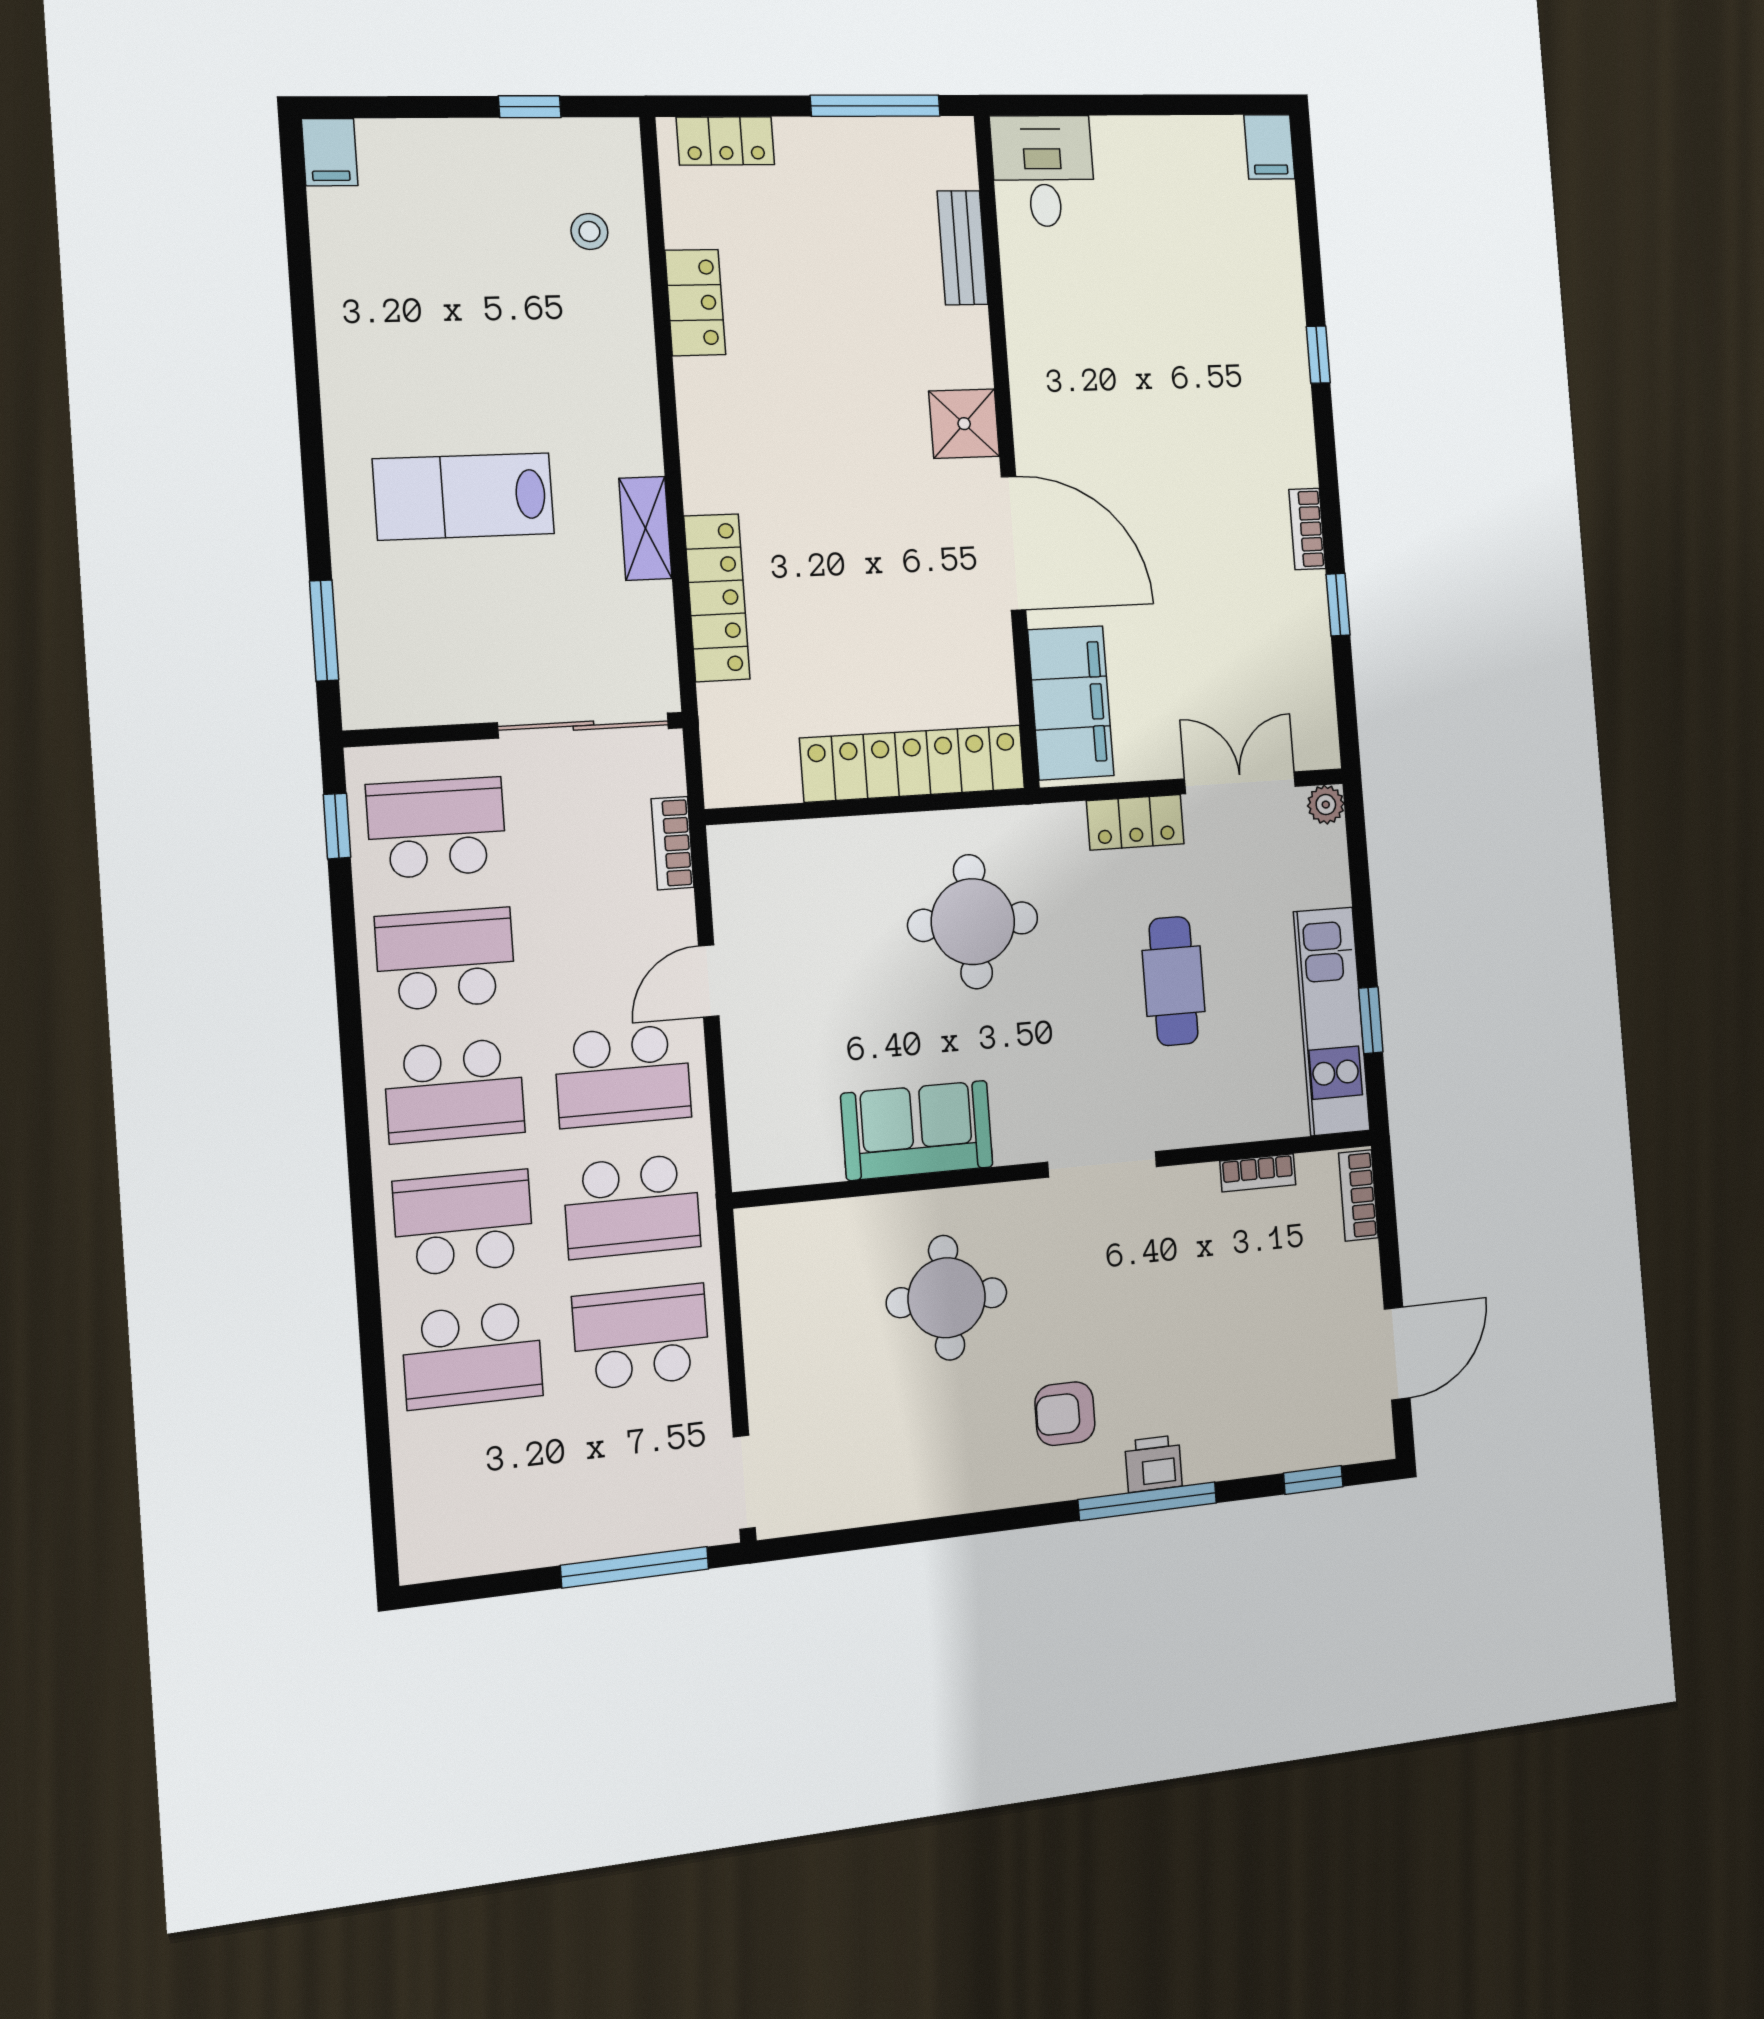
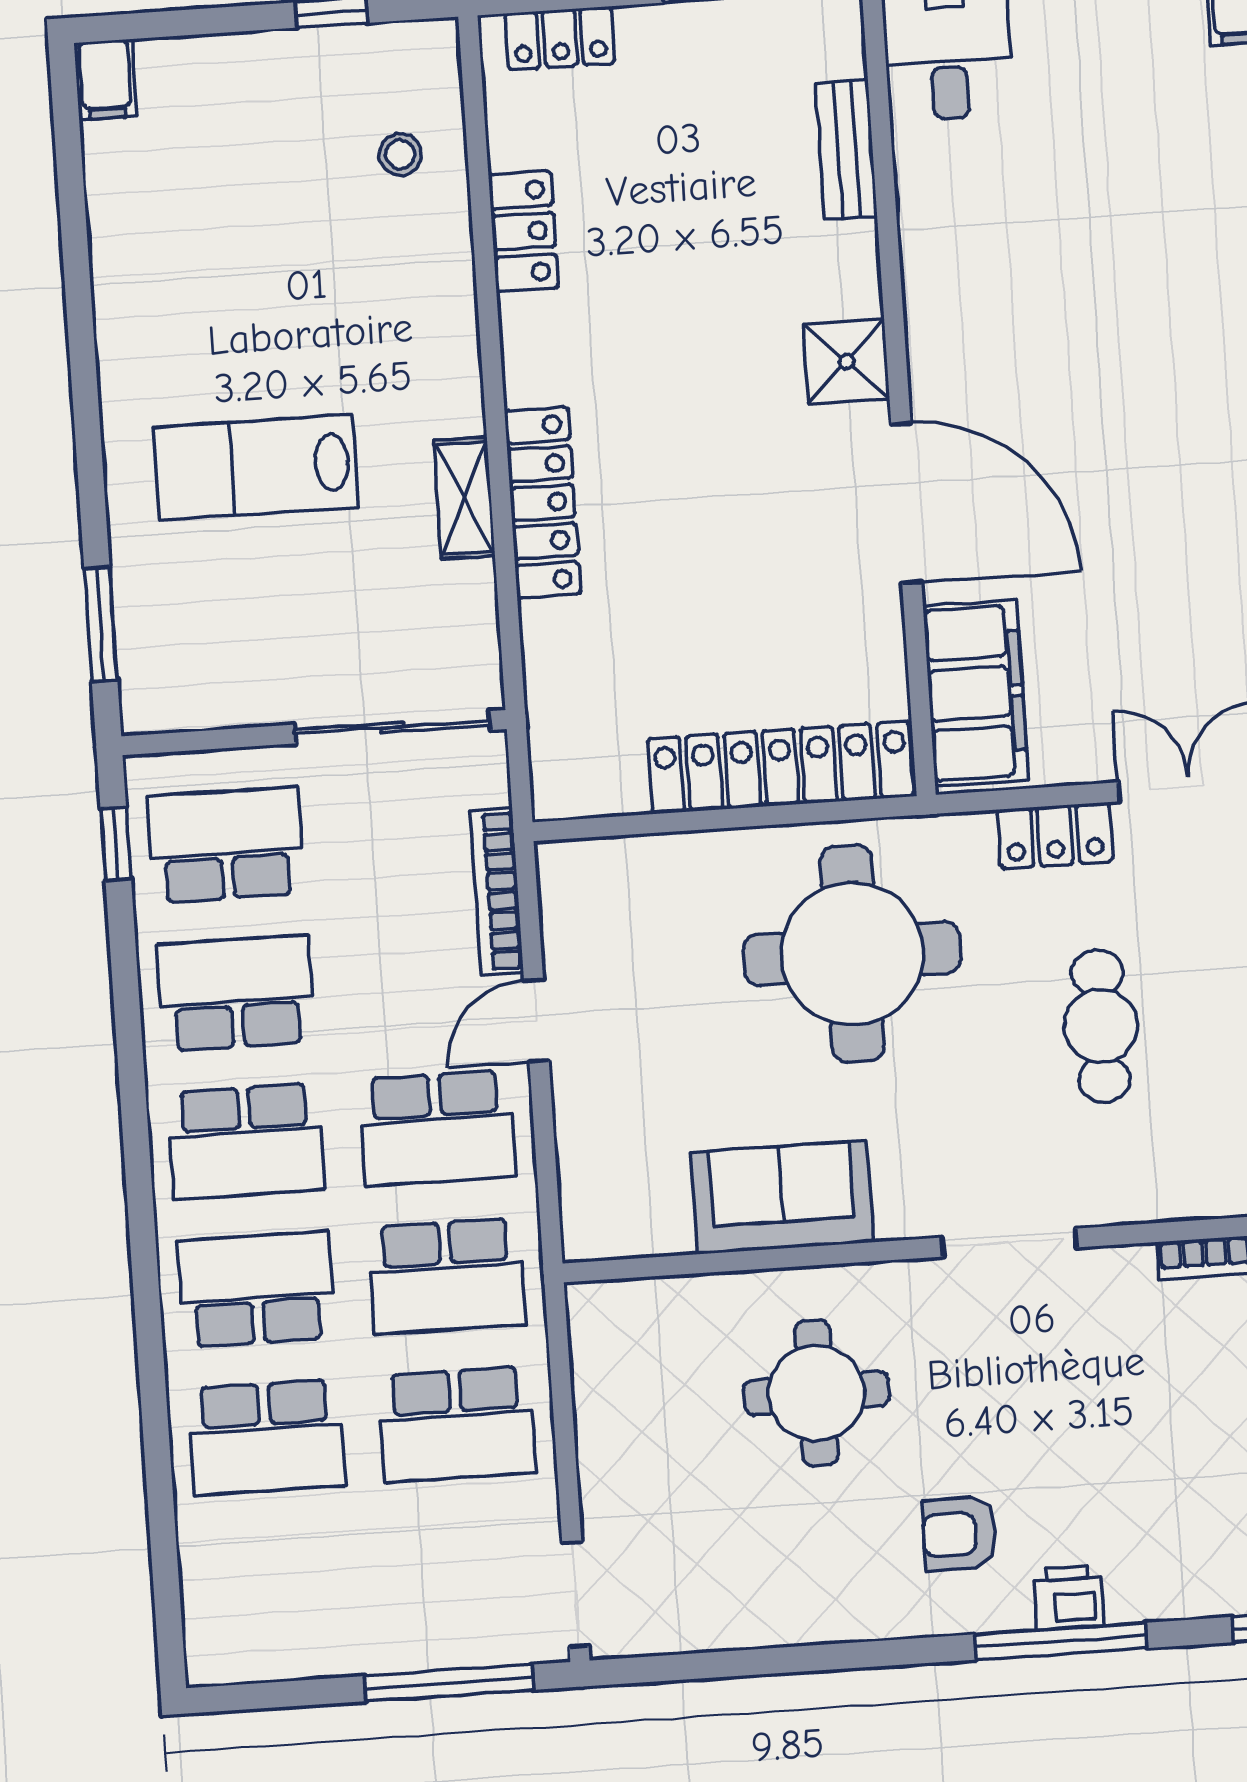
locker: (717, 598) -> (543, 503), moved
bookcase: (673, 843) -> (497, 891), width x1.56
round table: (973, 922) -> (852, 954), width x1.36, depth x1.36
school desk: (641, 1337) -> (457, 1424), turned 180

